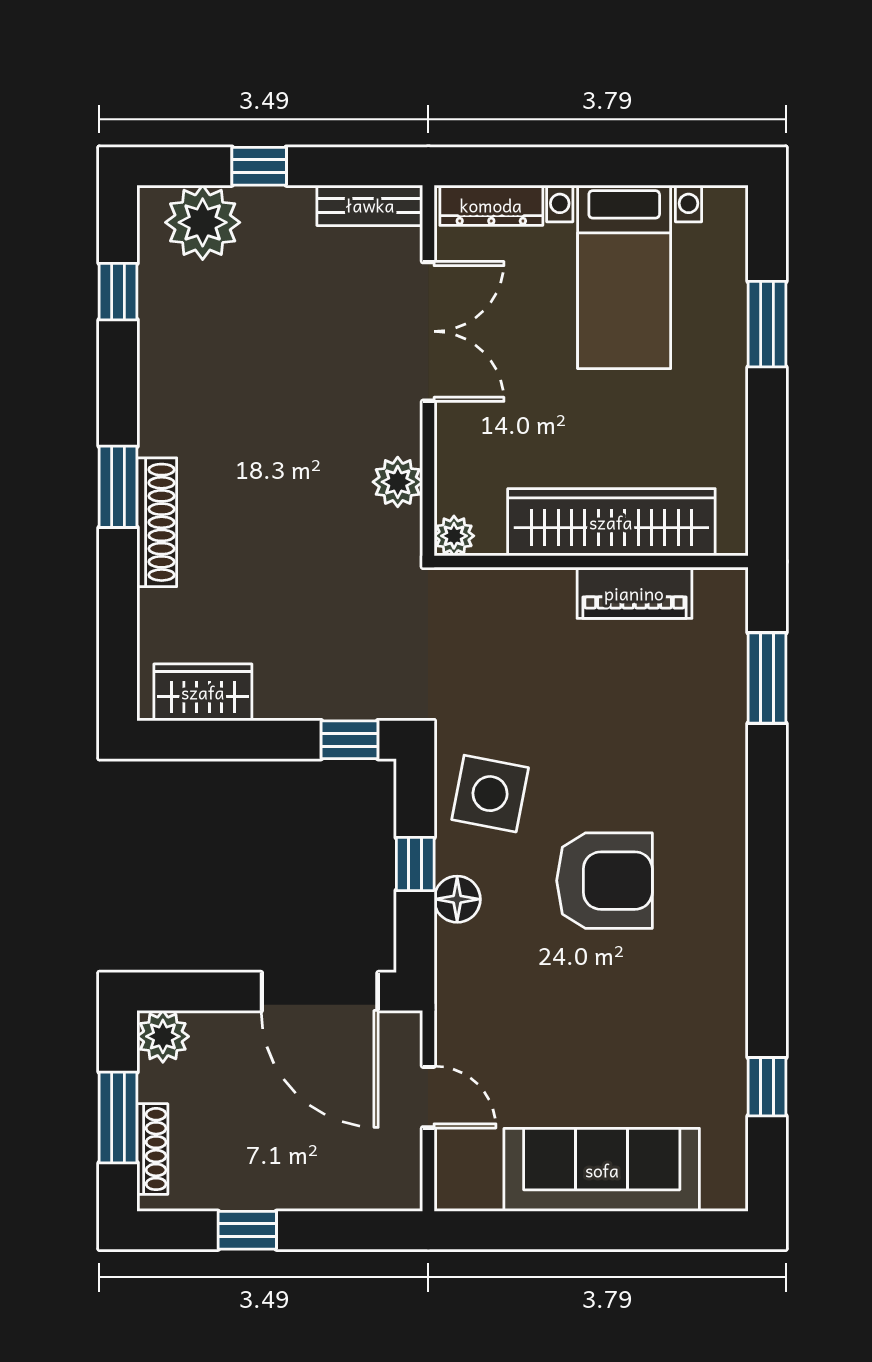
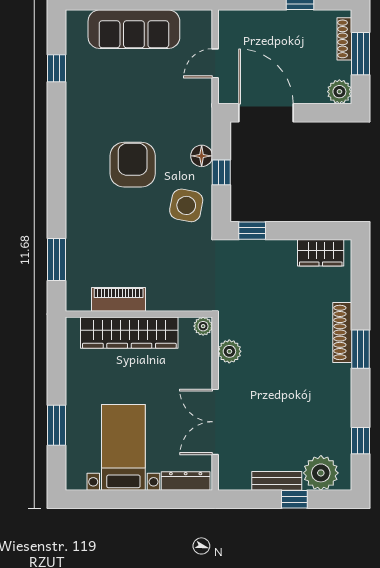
bench: (370, 205) -> (277, 481), moved
armchair: (604, 881) -> (133, 165), turned 90
door: (428, 1097) -> (215, 63), hinge flipped

